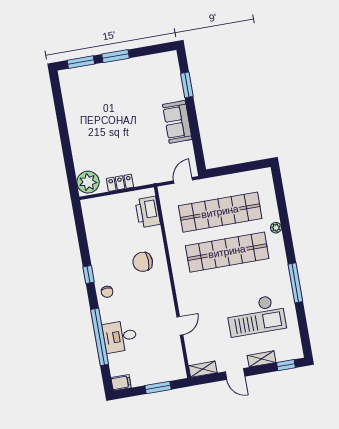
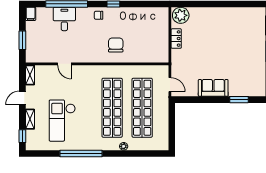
printer: (148, 212) -> (151, 55), removed
window: (295, 283) -> (81, 153), width x1.46

